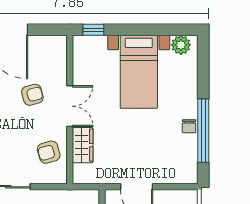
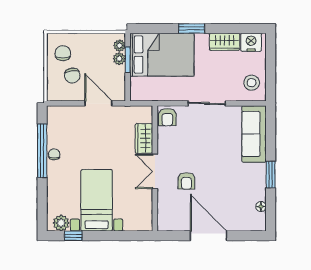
window: (93, 30) -> (73, 236), moved
armchair: (32, 95) -> (186, 181), turned -75
armchair: (49, 152) -> (167, 117), moved, turned 106

